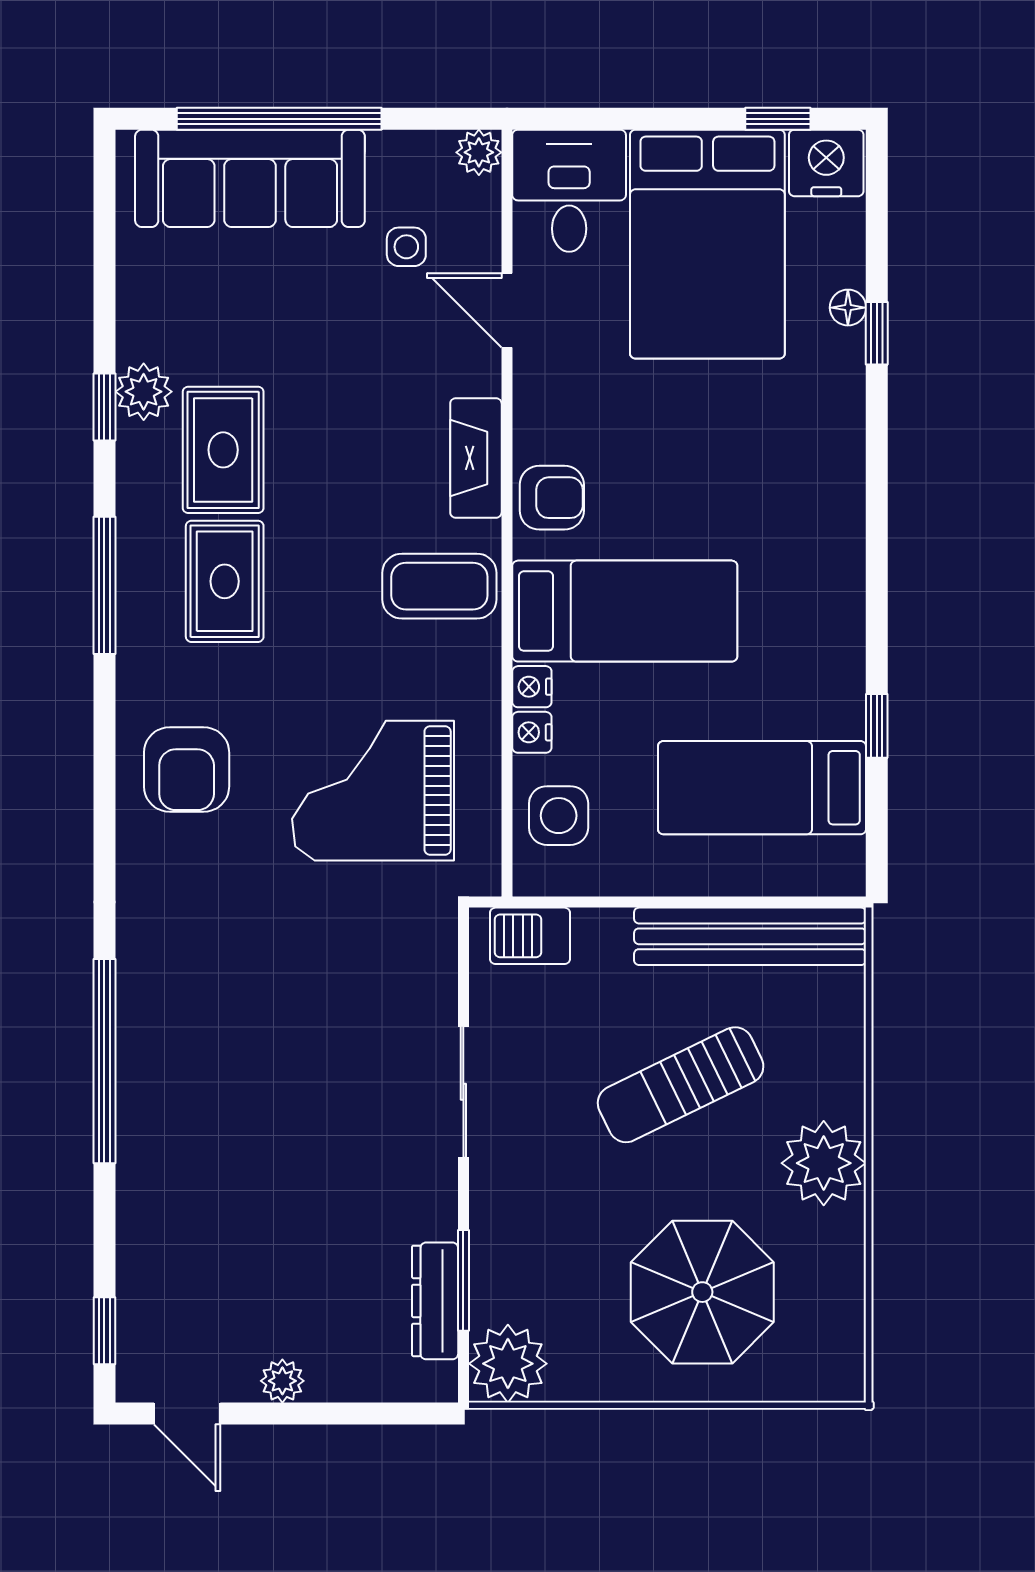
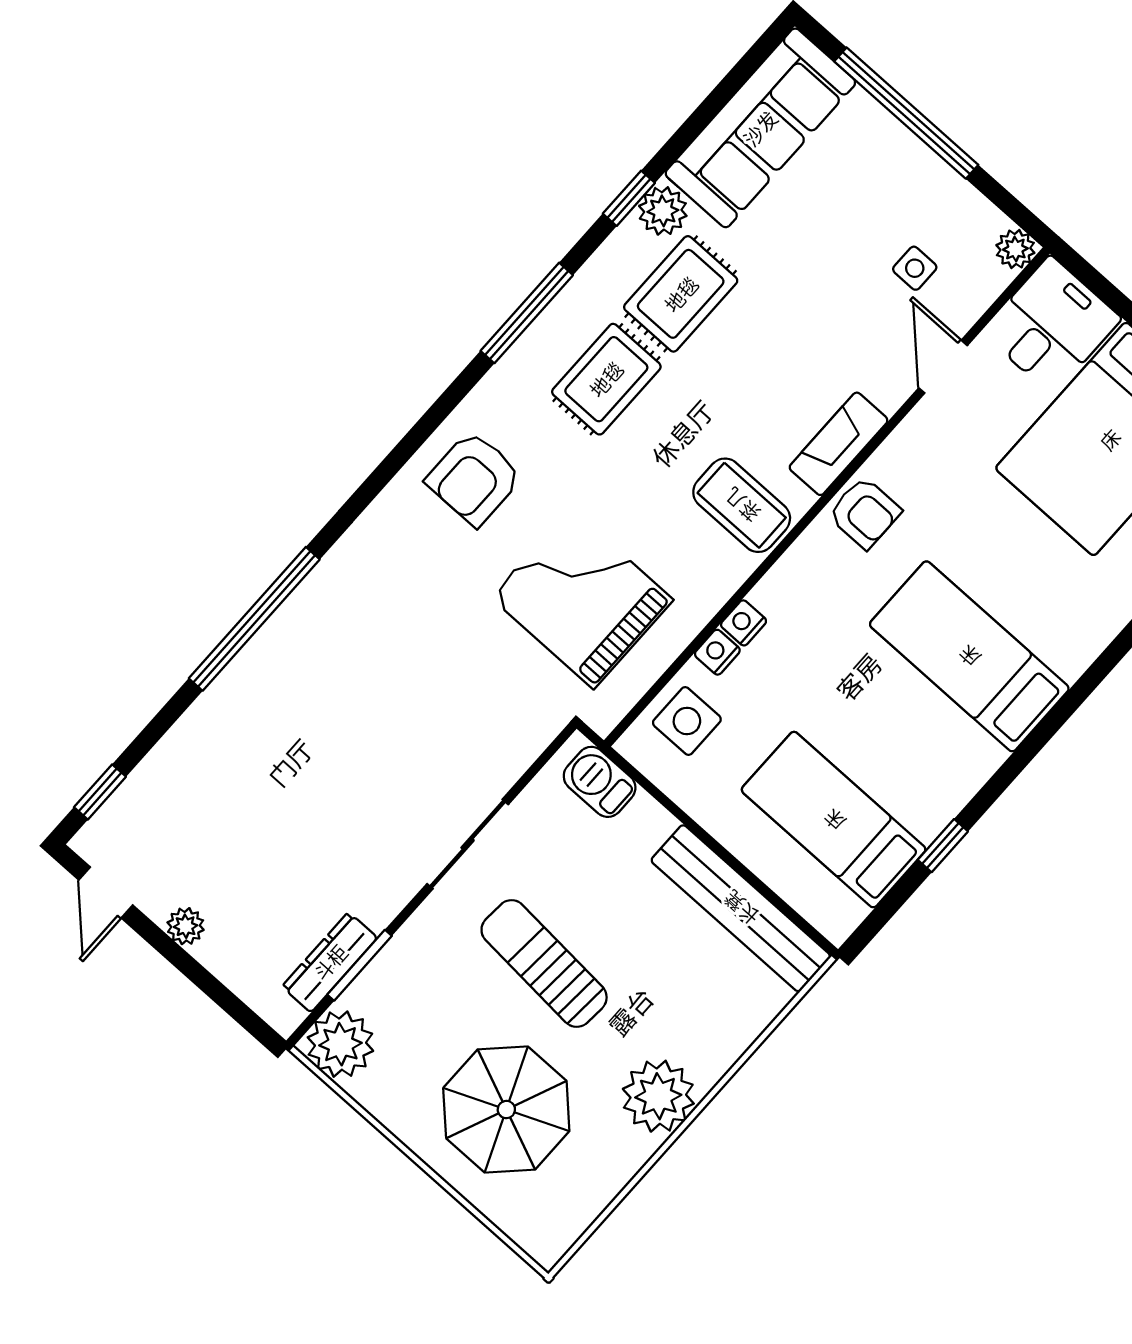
sofa: (250, 178) -> (760, 128), moved, turned -90
bed: (625, 611) -> (969, 656), moved, turned 180
sun lounger: (681, 1085) -> (544, 964), moved, turned 30

